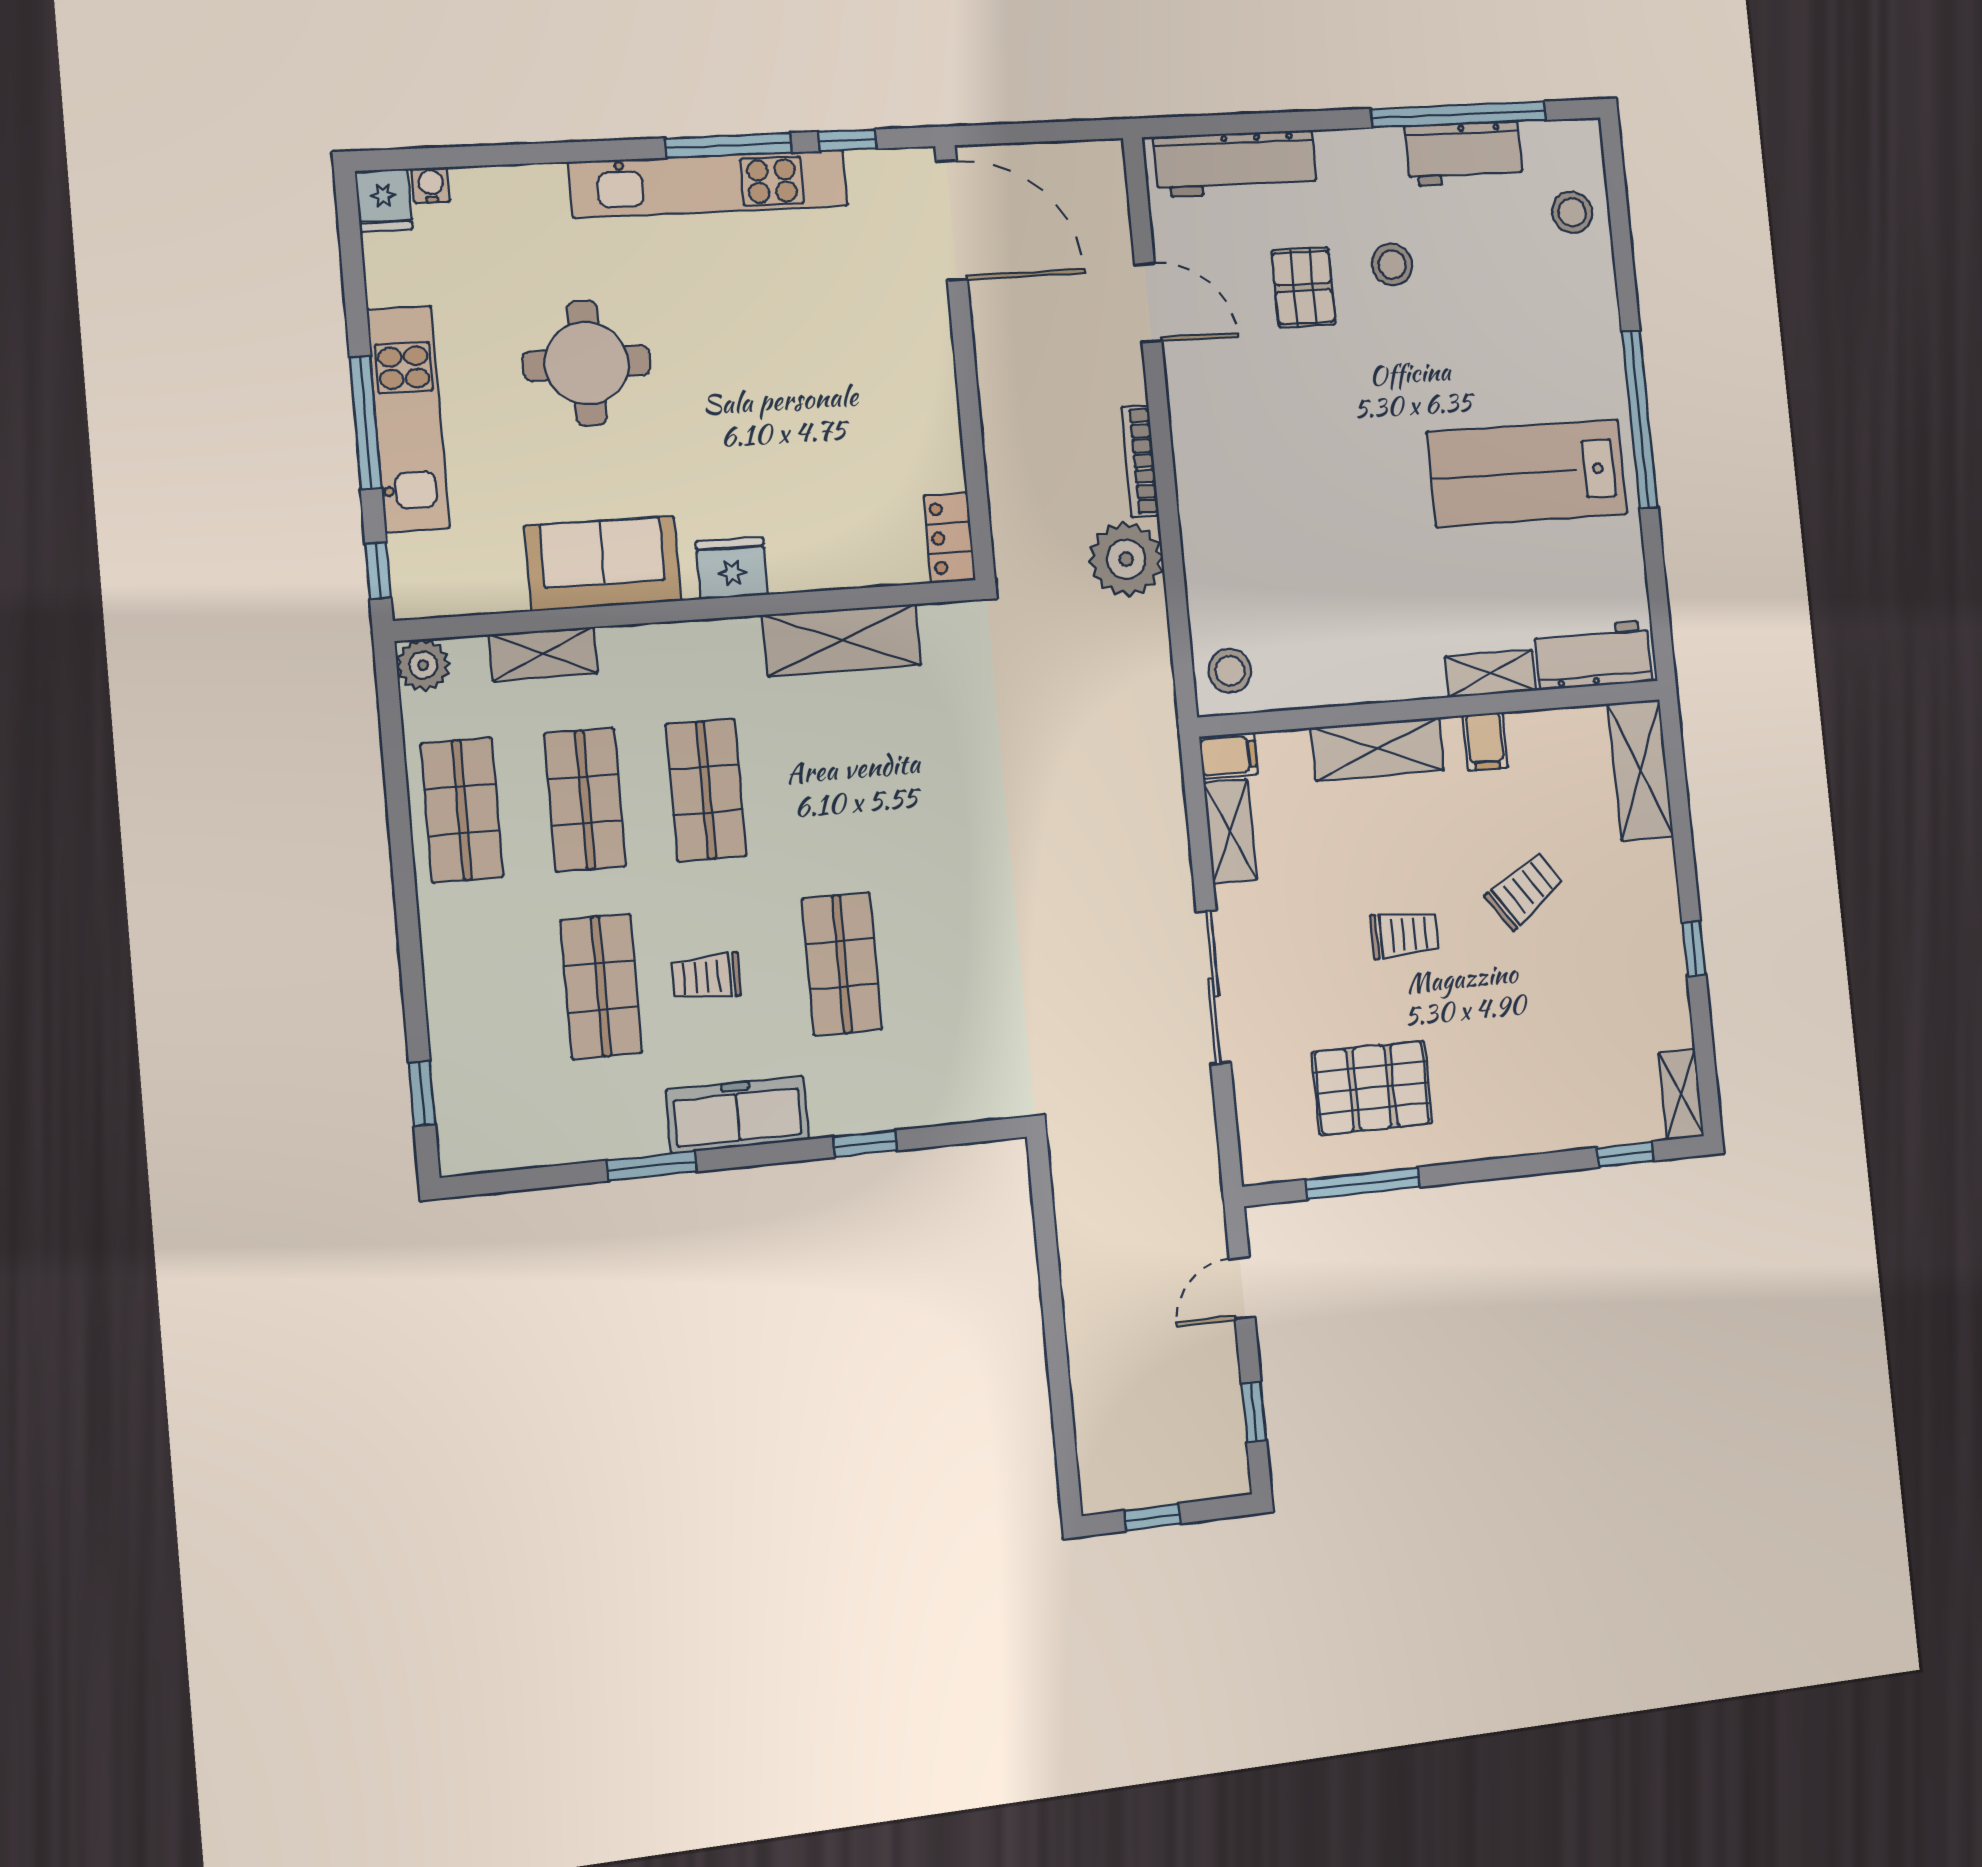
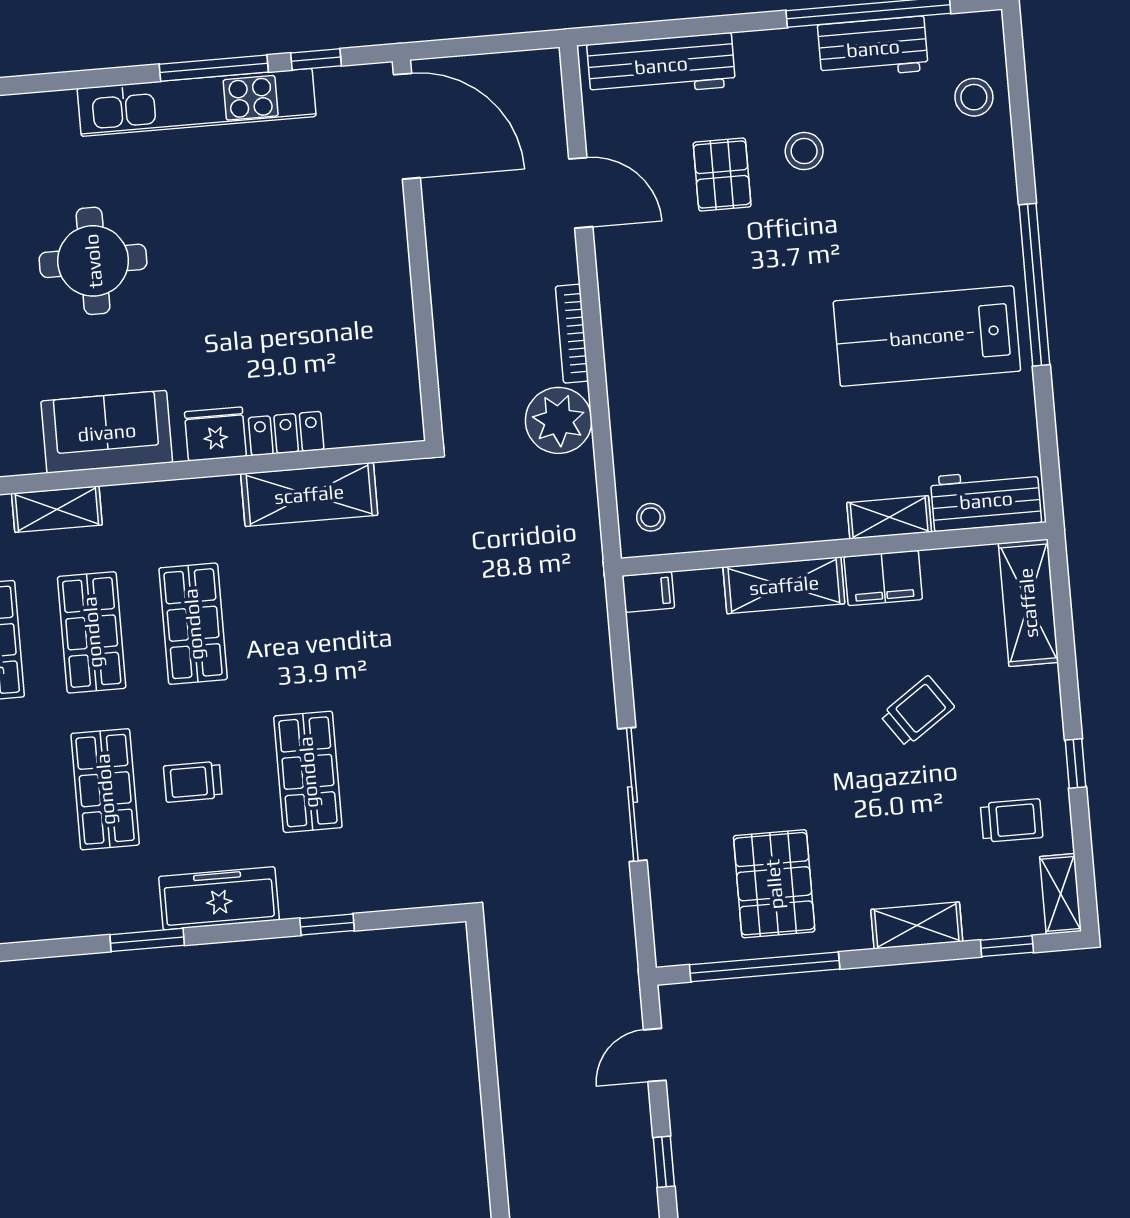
locker: (949, 538) -> (286, 434), moved, turned 90
stool: (1230, 671) -> (651, 517), width x0.73, depth x0.73
filing cabinet: (1485, 741) -> (883, 578), width x2.00
shelving: (1230, 831) -> (917, 925), moved, turned 90
trolley: (1404, 934) -> (1012, 820), moved
pallet: (1372, 1088) -> (774, 884), turned 90
window: (1363, 1183) -> (765, 967), width x1.46

